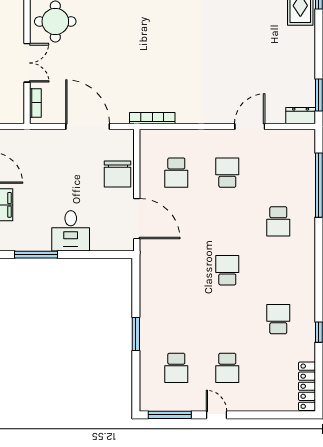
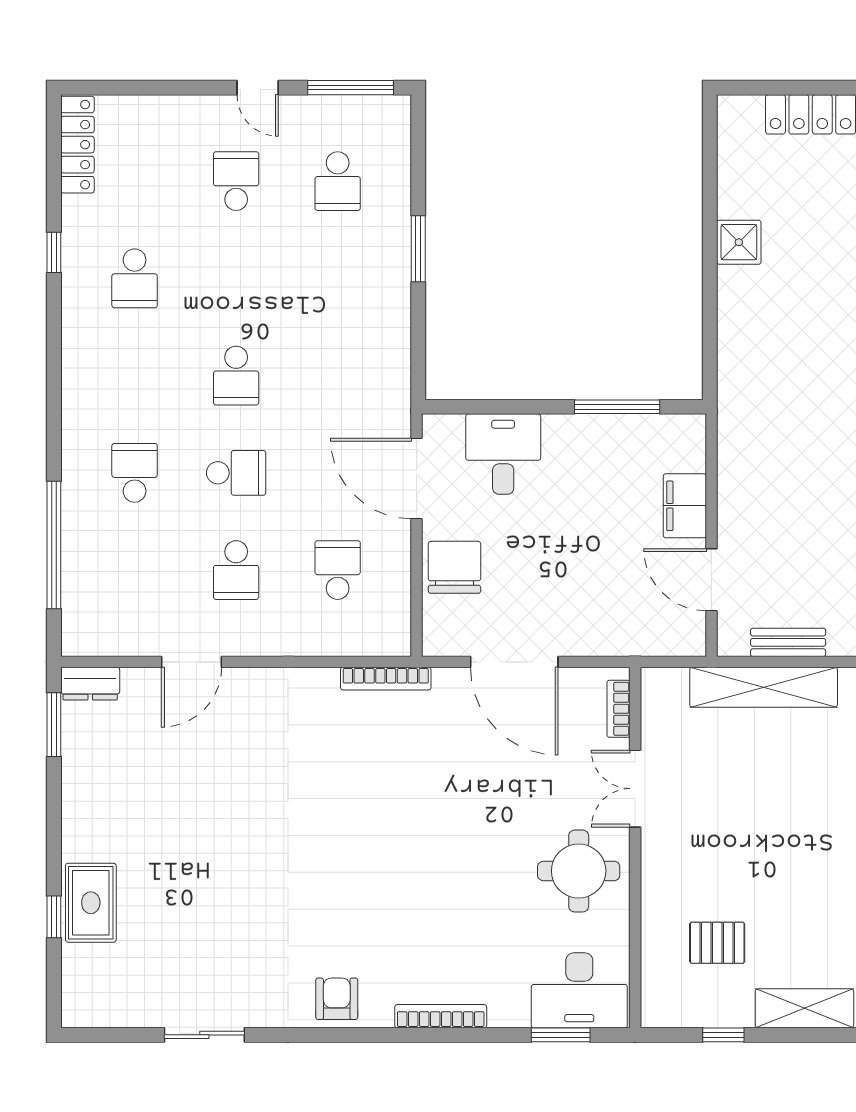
school desk: (227, 221) -> (236, 473), added
desk: (71, 231) -> (503, 454), moved
school desk: (176, 368) -> (338, 181), turned 180

